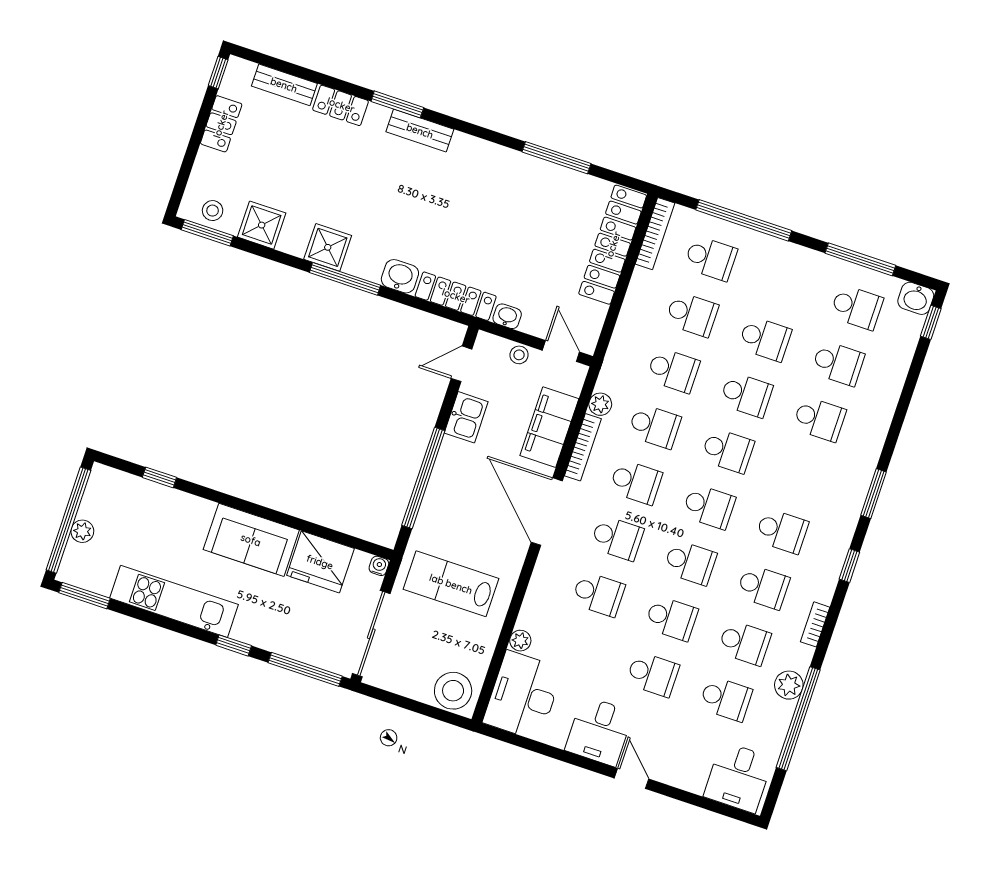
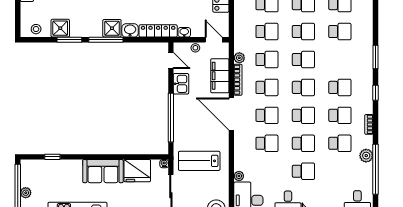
window: (207, 233) -> (69, 40), moved
shower: (328, 247) -> (112, 28), moved
door: (462, 364) -> (171, 60), swing flipped
school desk: (726, 699) -> (340, 171), removed

